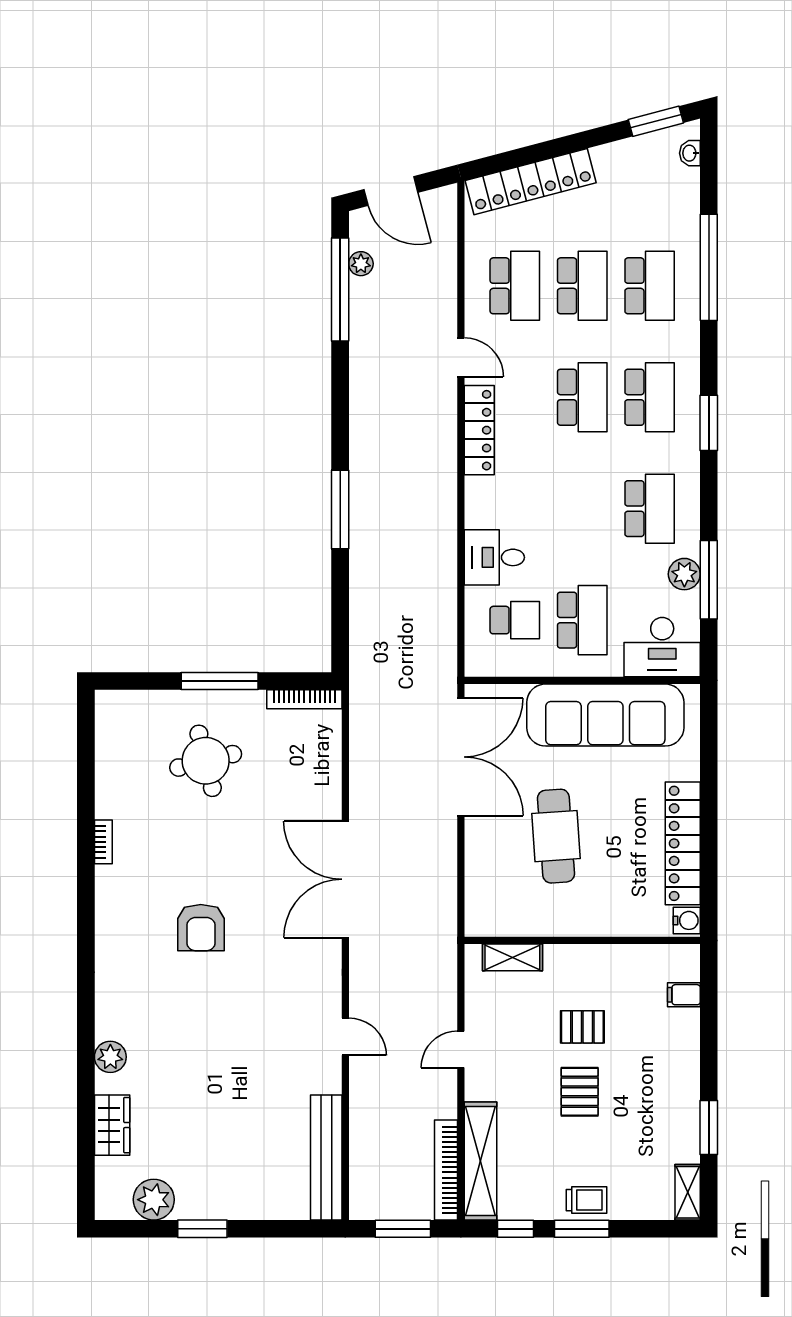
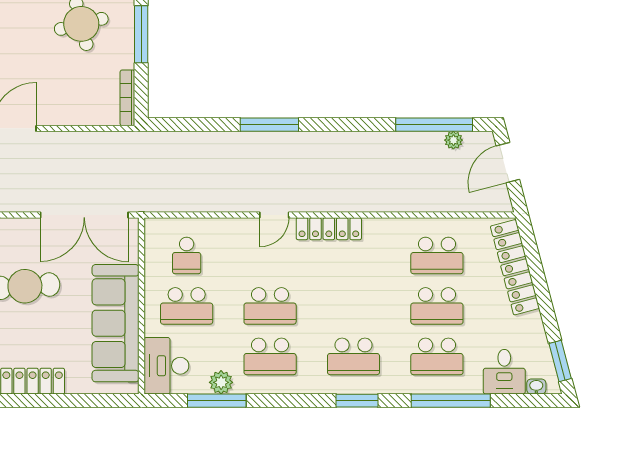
door: (461, 357) -> (274, 215), moved
school desk: (582, 397) -> (270, 306), moved
window: (709, 423) -> (357, 401), moved
desk: (494, 557) -> (504, 372), moved, turned 180

